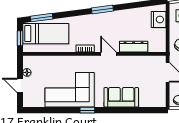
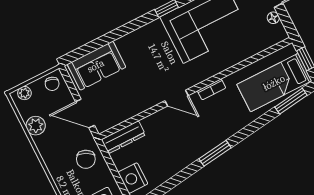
dresser: (134, 47) -> (123, 137), moved
sofa: (121, 97) -> (96, 66), moved

